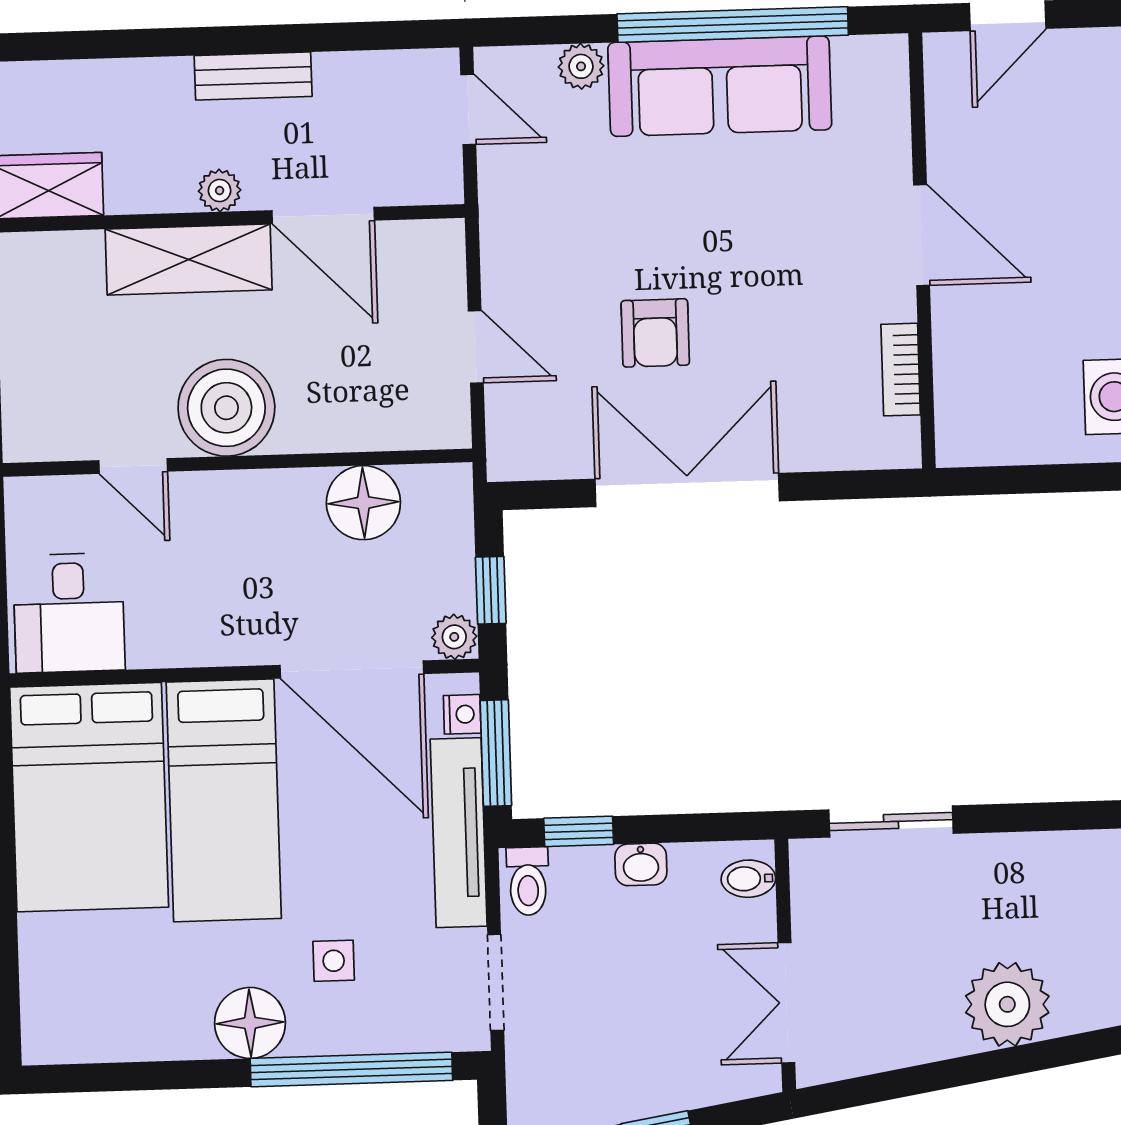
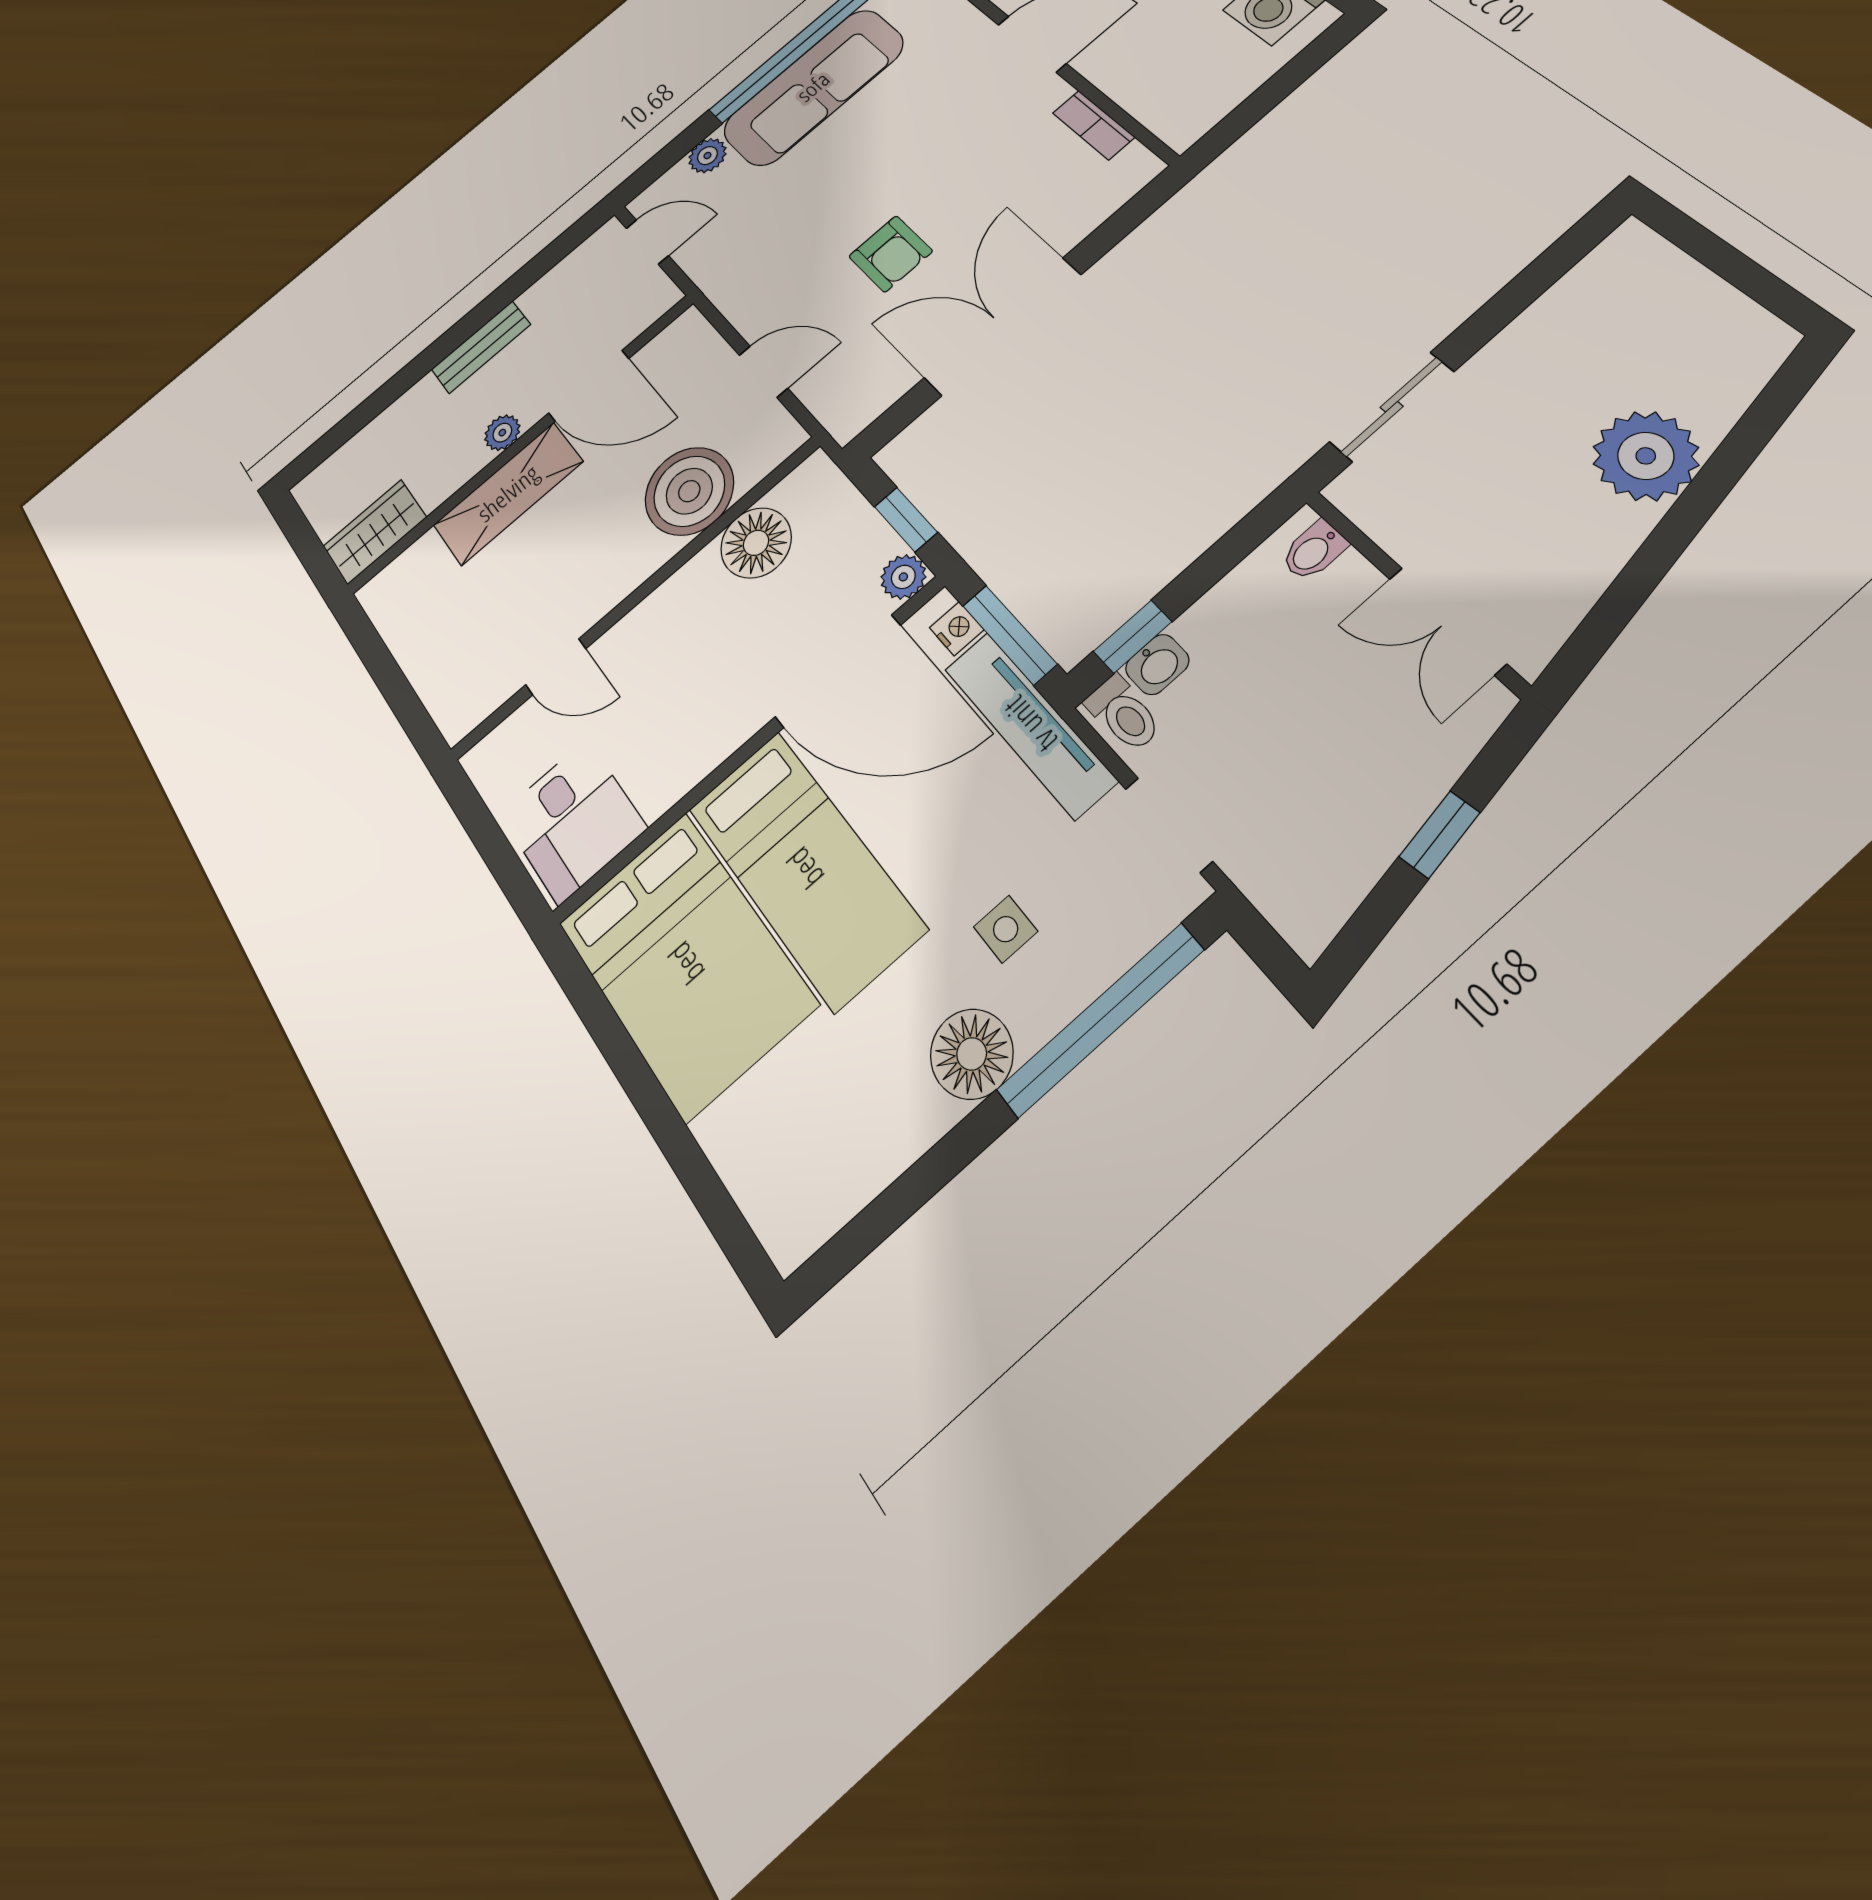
boiler: (226, 408) -> (689, 491), moved
washbasin: (641, 864) -> (1157, 664), moved

